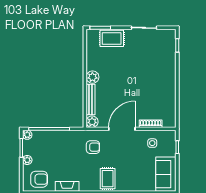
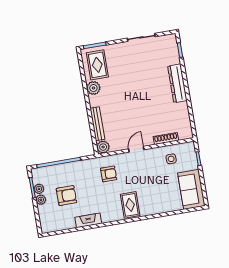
rug: (112, 38) -> (97, 65), moved, turned 90
dresser: (170, 75) -> (177, 83), added
plant: (92, 77) -> (93, 88), moved
door: (122, 129) -> (136, 149), width x0.53
plant: (27, 135) -> (39, 189), moved
armchair: (39, 179) -> (66, 196), moved

